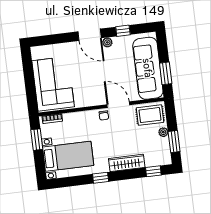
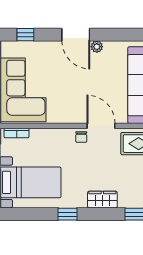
window: (123, 31) -> (25, 35), moved
wardrobe: (127, 163) -> (102, 200), width x0.67

